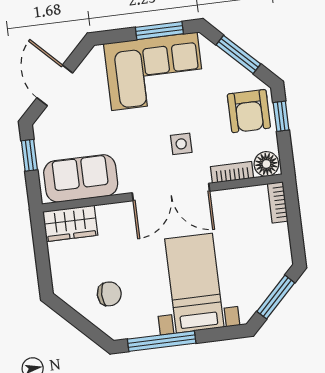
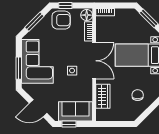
window: (159, 31) -> (19, 68), moved
side table: (181, 144) -> (72, 71), moved
sofa: (81, 178) -> (76, 111), moved, turned 90
wardrobe: (70, 223) -> (103, 96), moved

